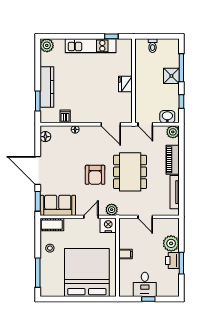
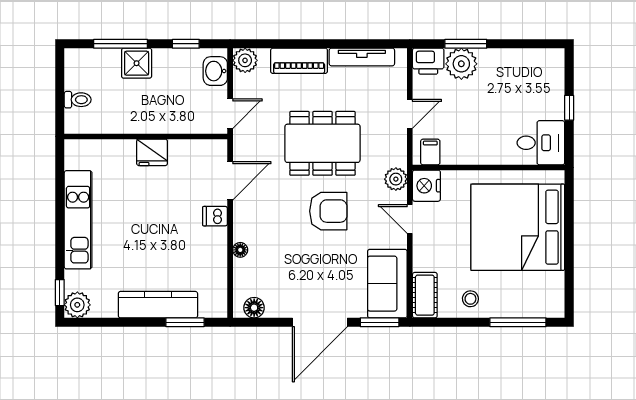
window: (111, 36) -> (60, 293), moved
dishwasher: (65, 116) -> (215, 216), moved
filing cabinet: (126, 254) -> (430, 152), moved
printer: (172, 260) -> (428, 61), moved
window: (181, 263) -> (466, 44), moved
desk: (145, 284) -> (541, 143), moved

